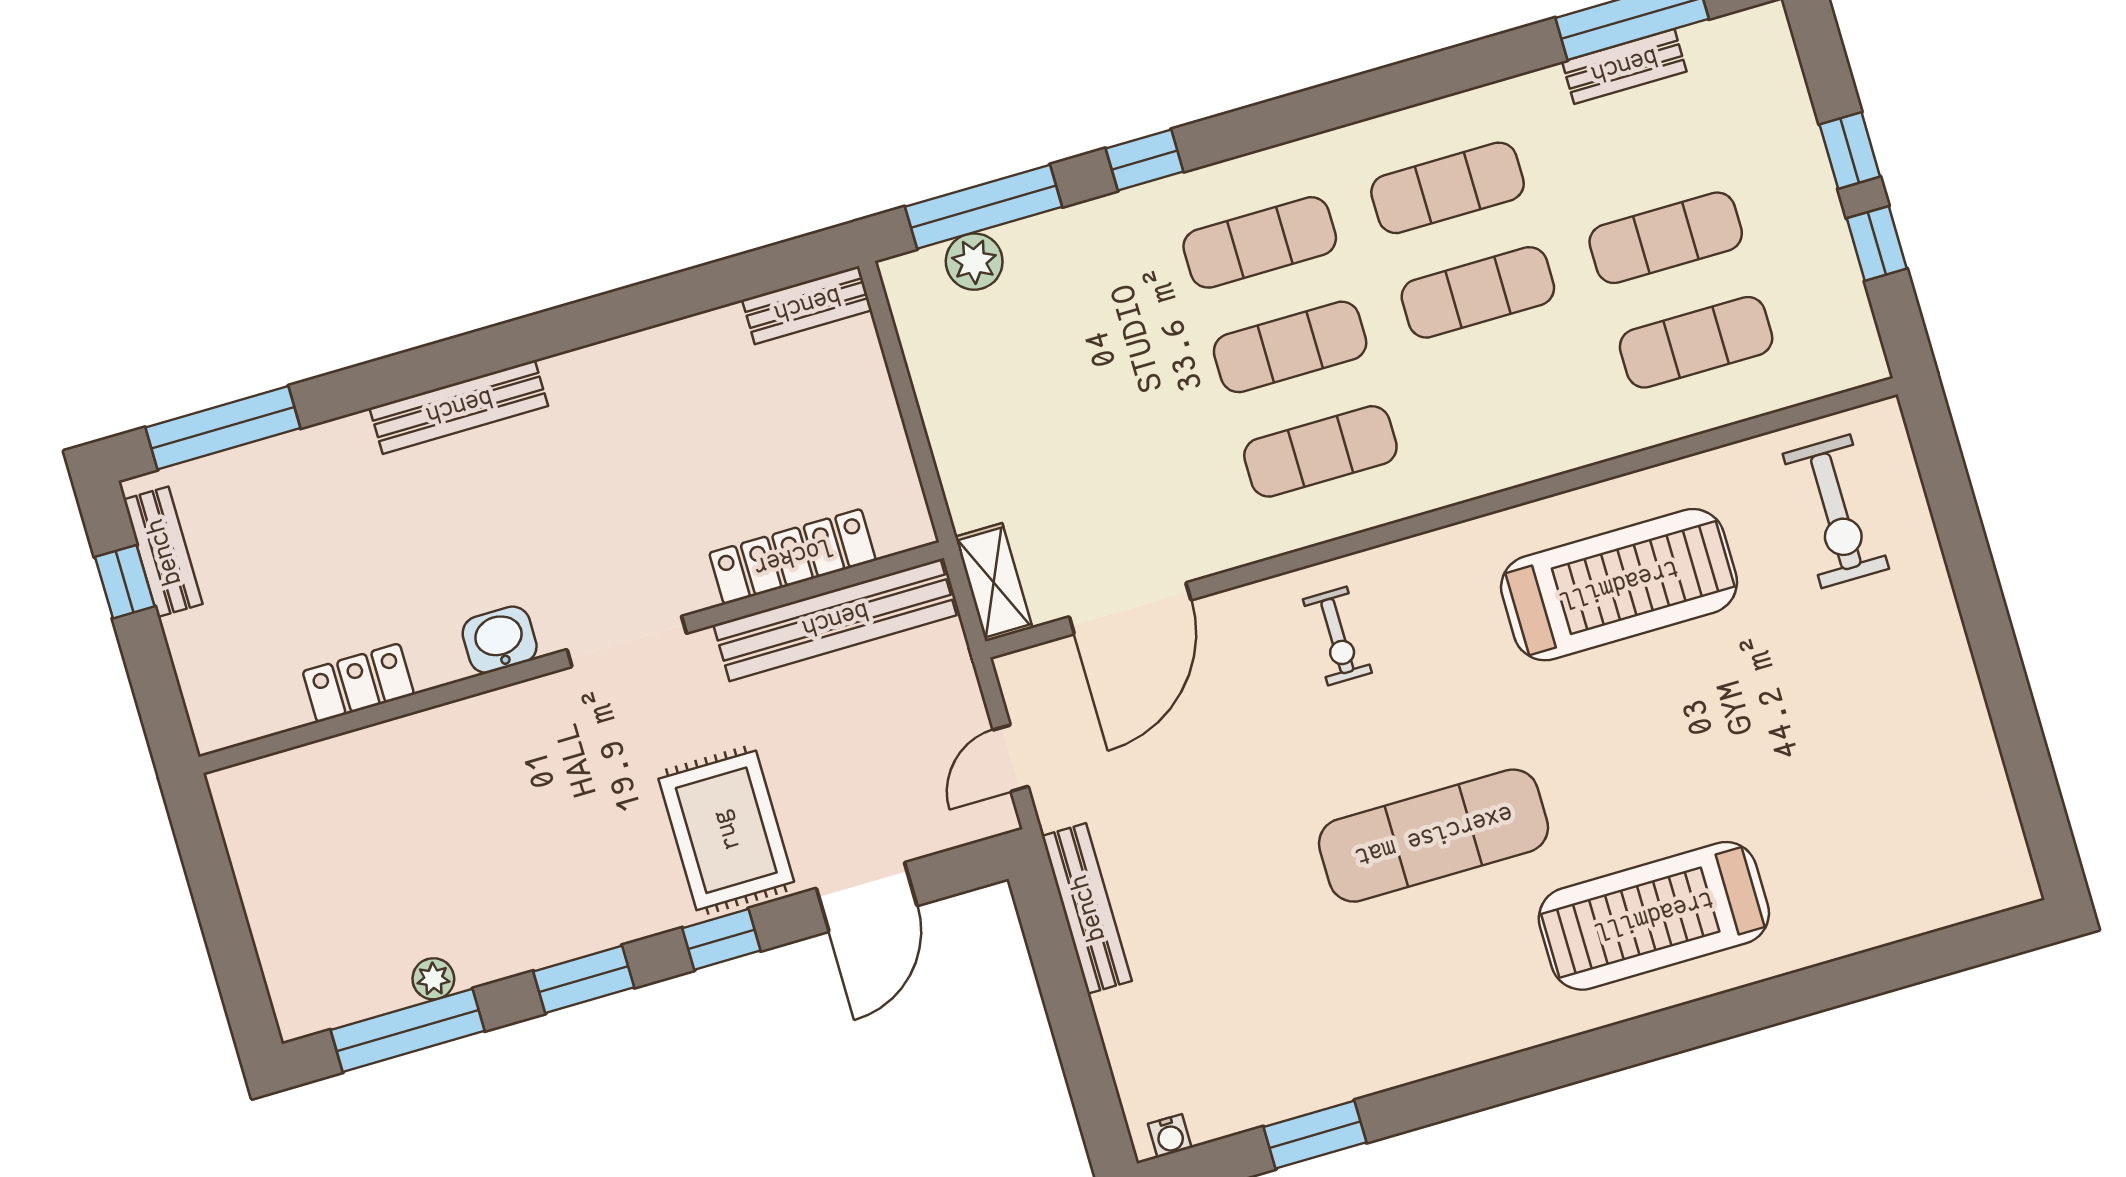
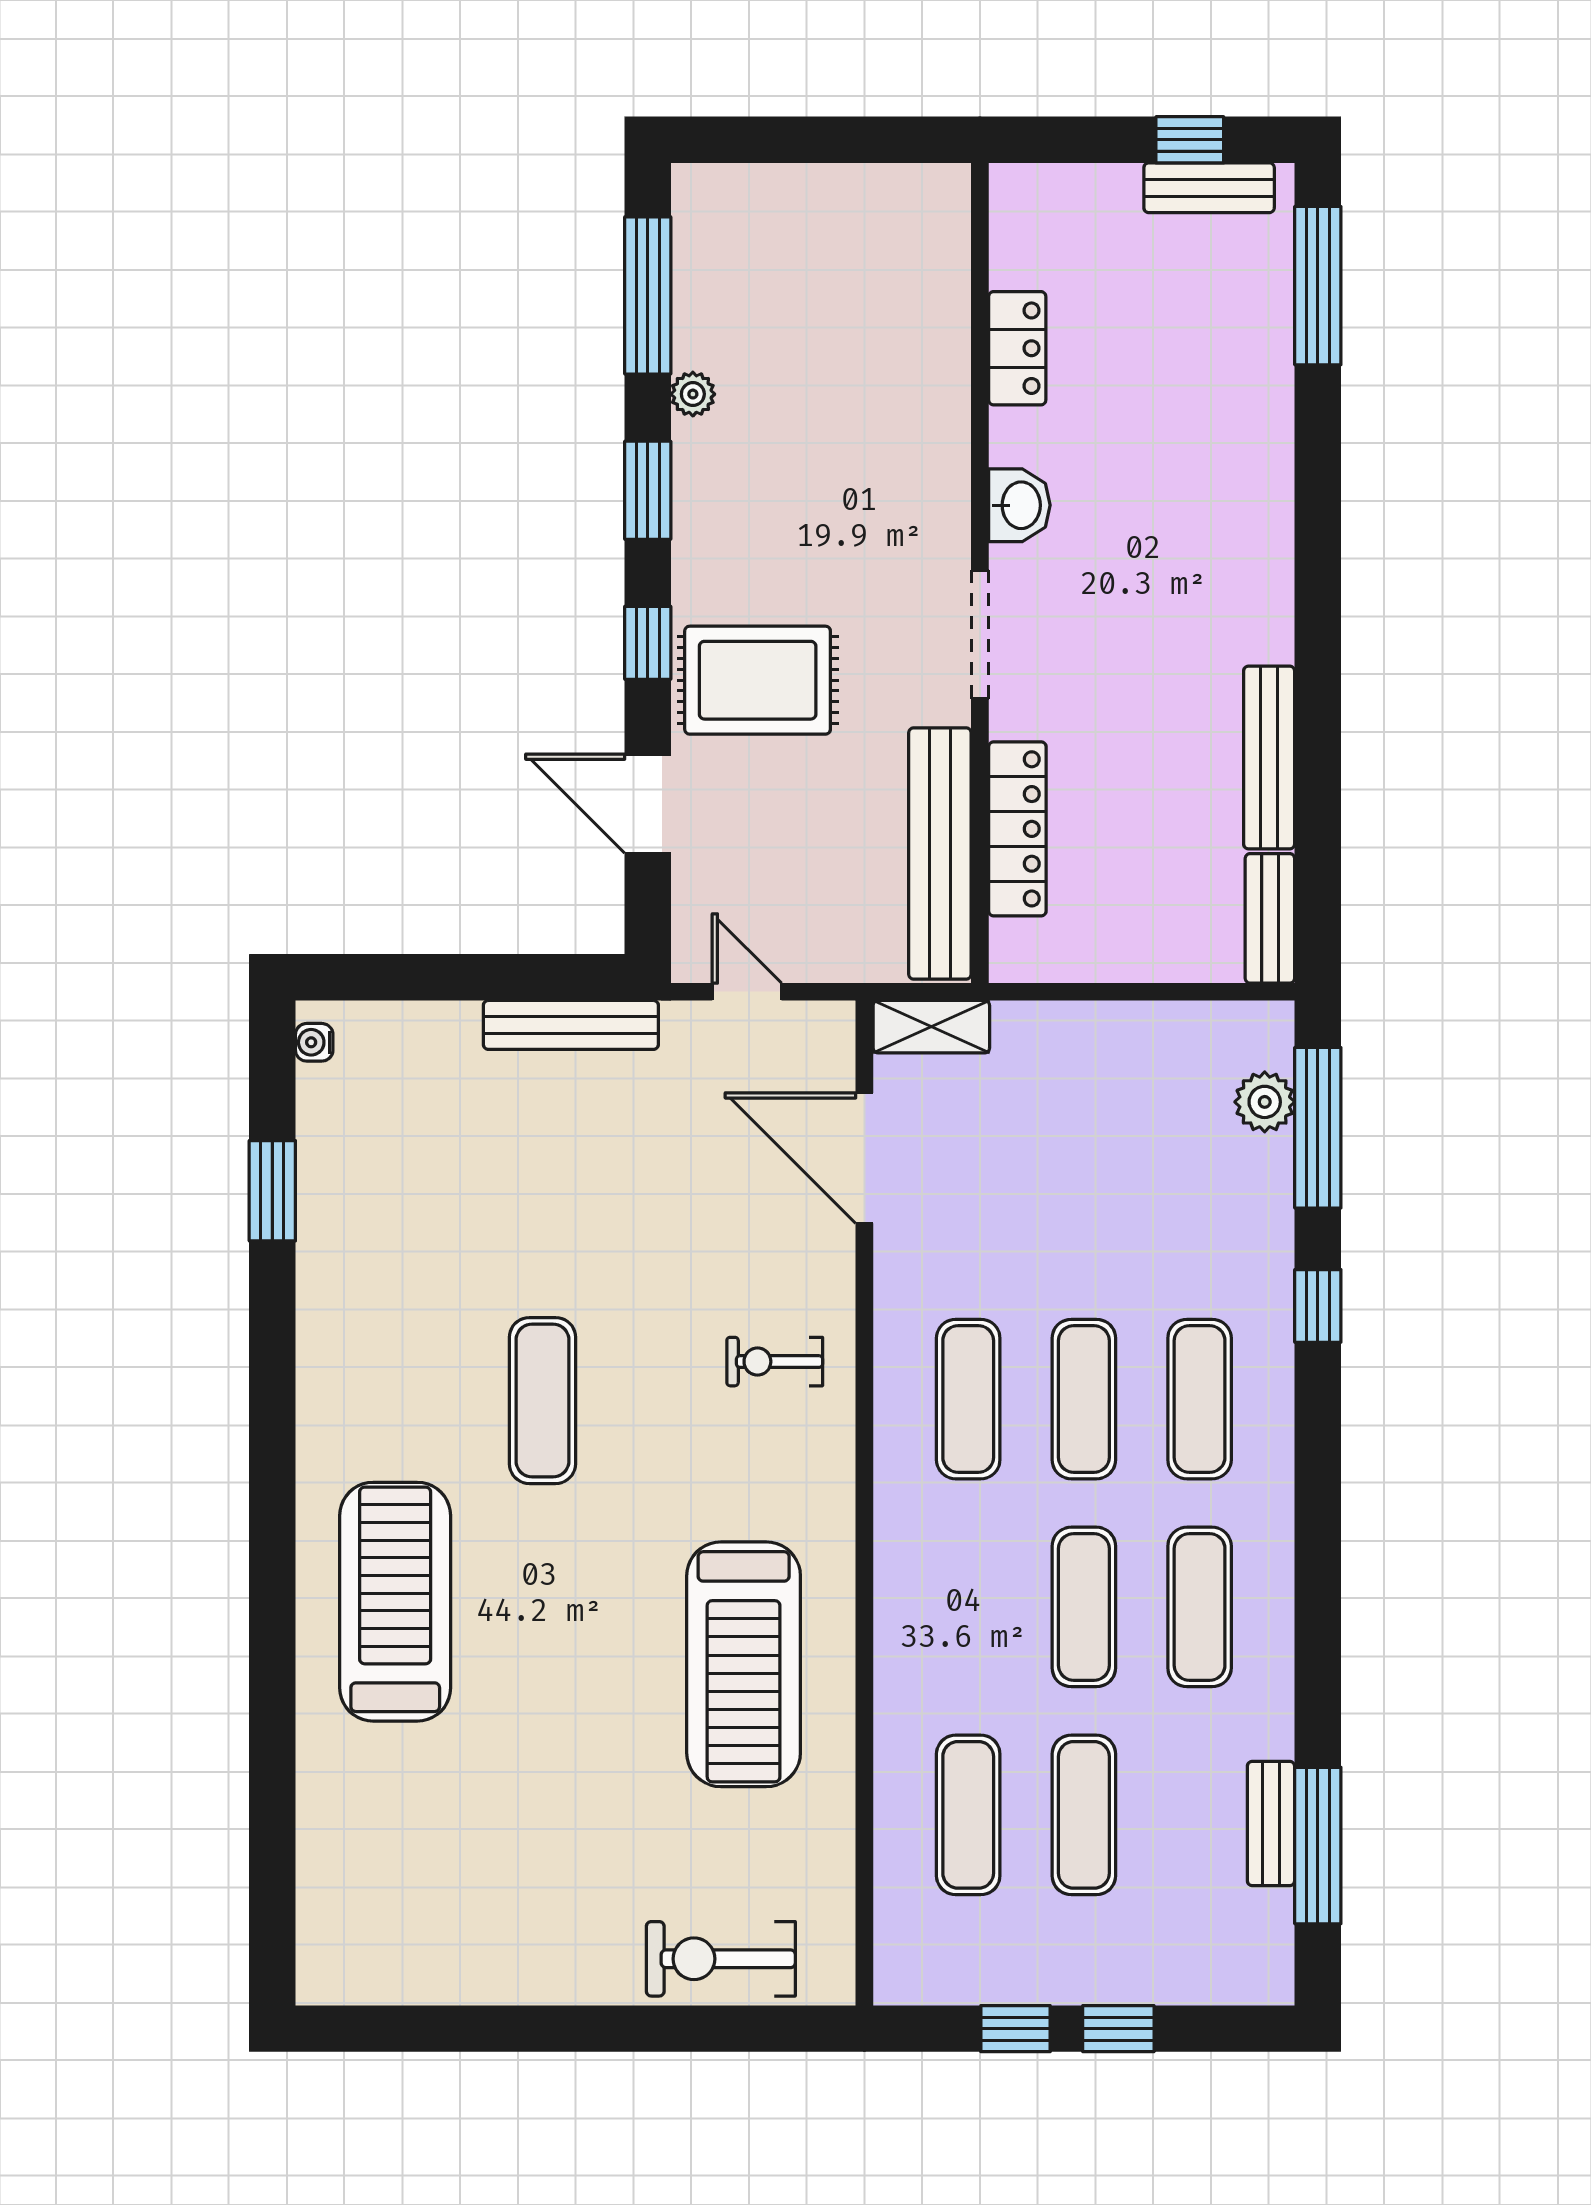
bench: (459, 407) -> (1269, 757), moved
exercise bike: (1836, 511) -> (721, 1959), moved
exercise mat: (1434, 836) -> (542, 1401), width x0.73, depth x0.69
plant: (433, 979) -> (693, 394), moved

